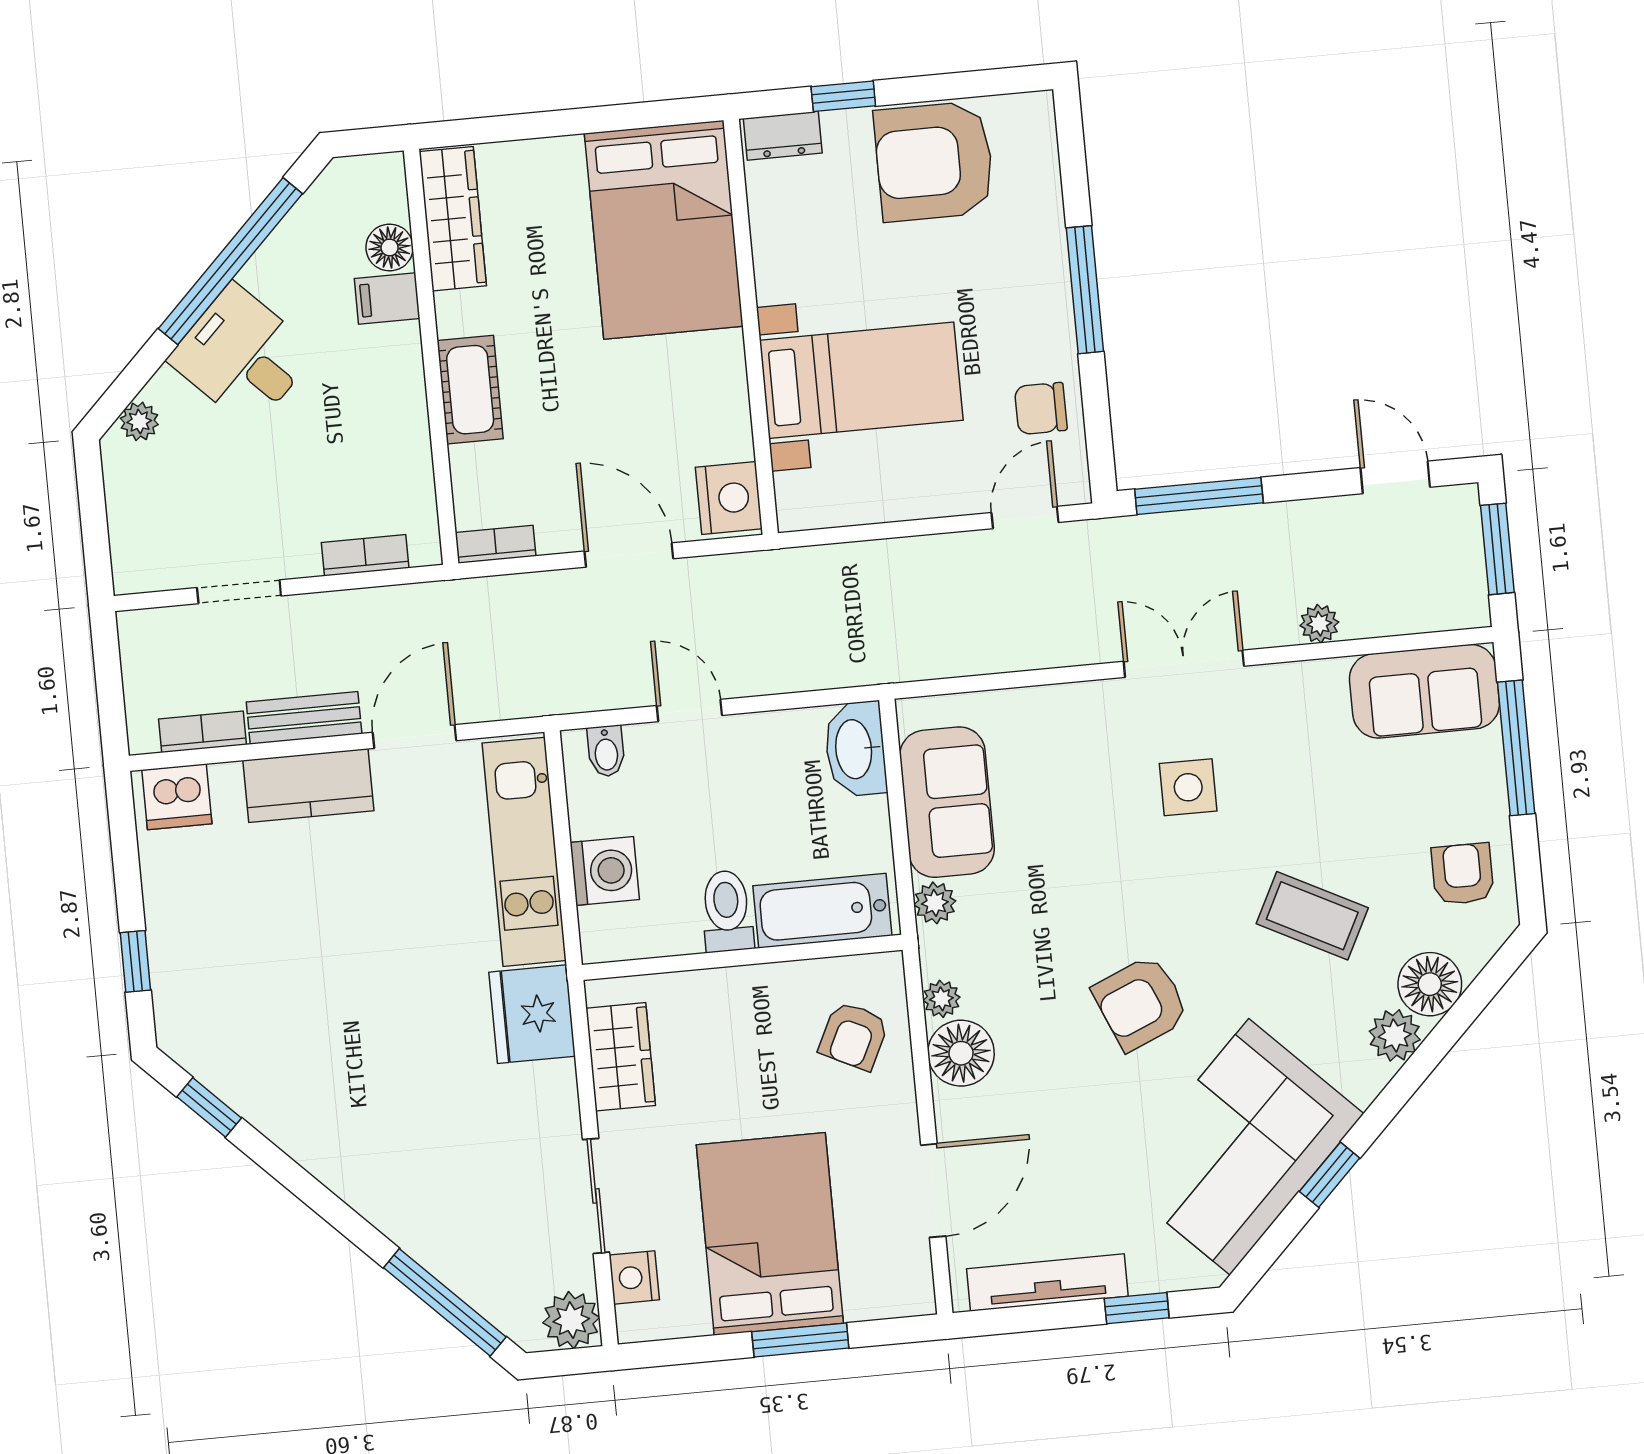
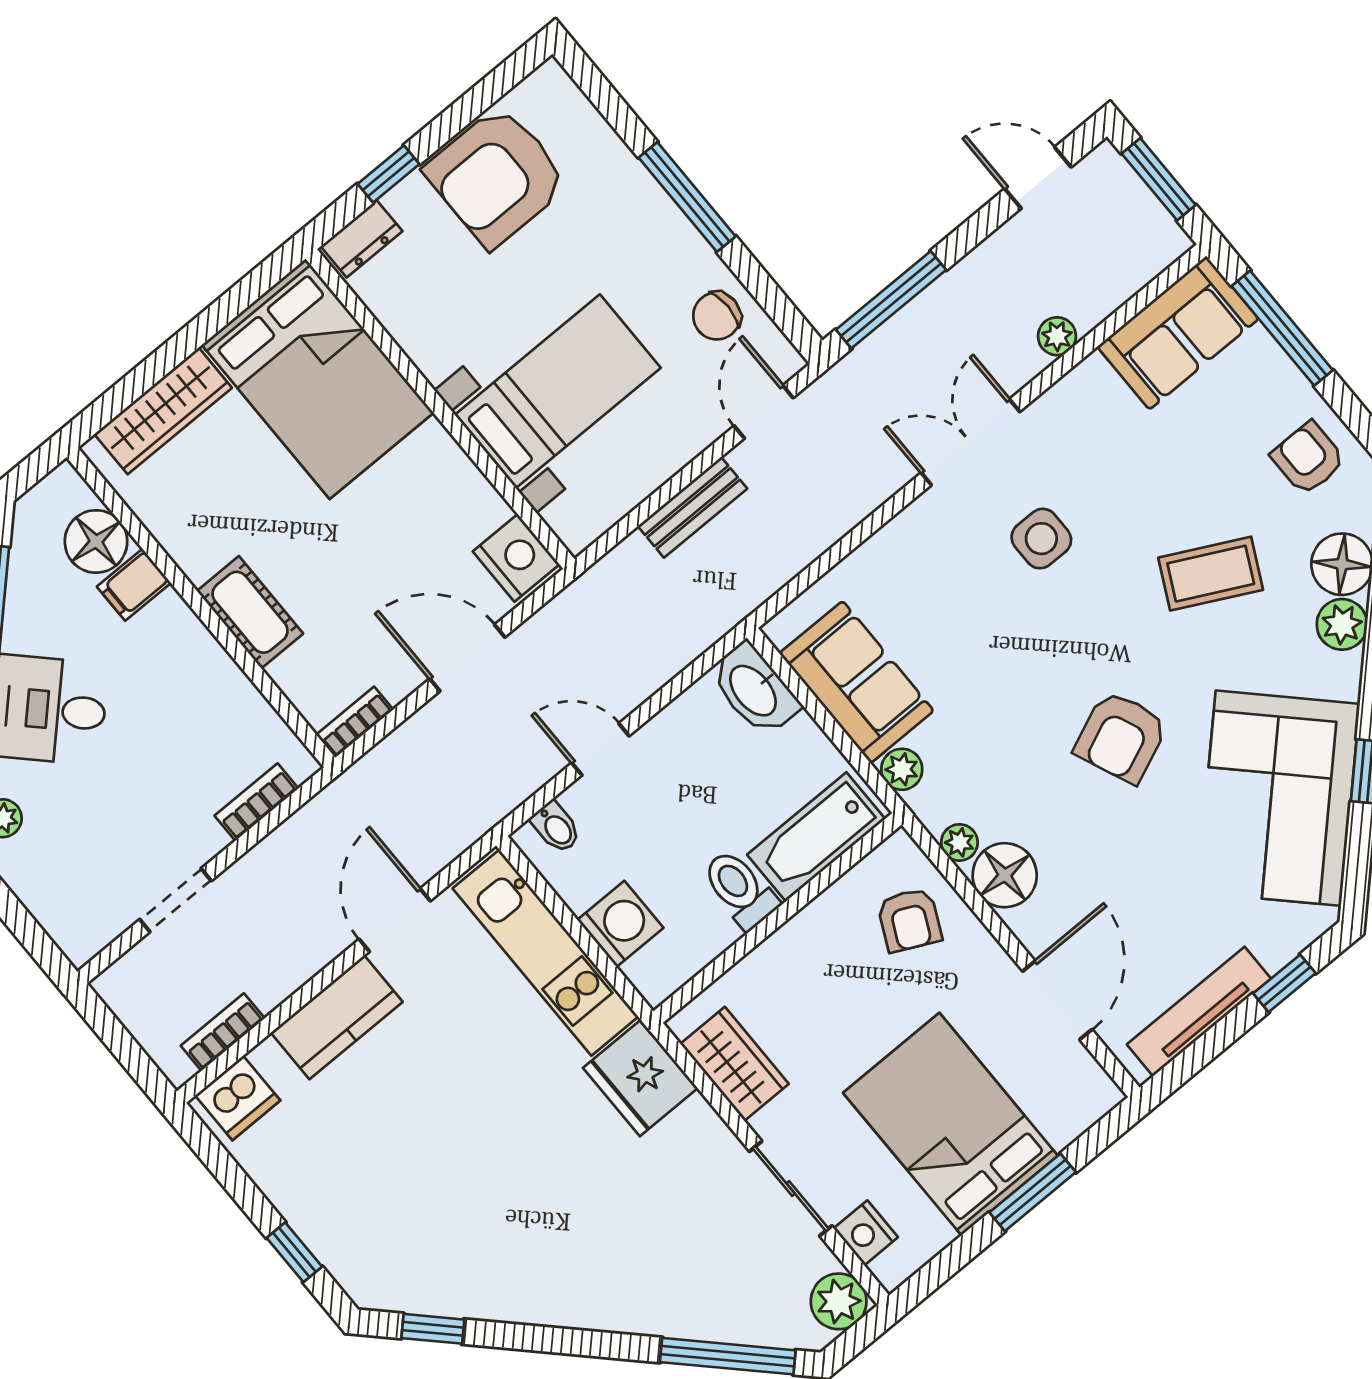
wardrobe: (453, 219) -> (163, 411), moved, turned 90
floor lamp: (390, 247) -> (96, 541), width x1.38, depth x1.38
bench: (304, 718) -> (692, 507), moved

